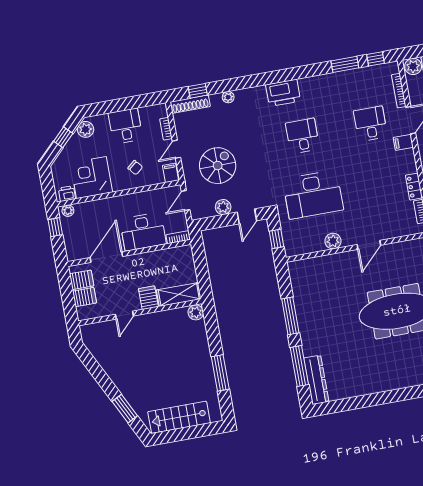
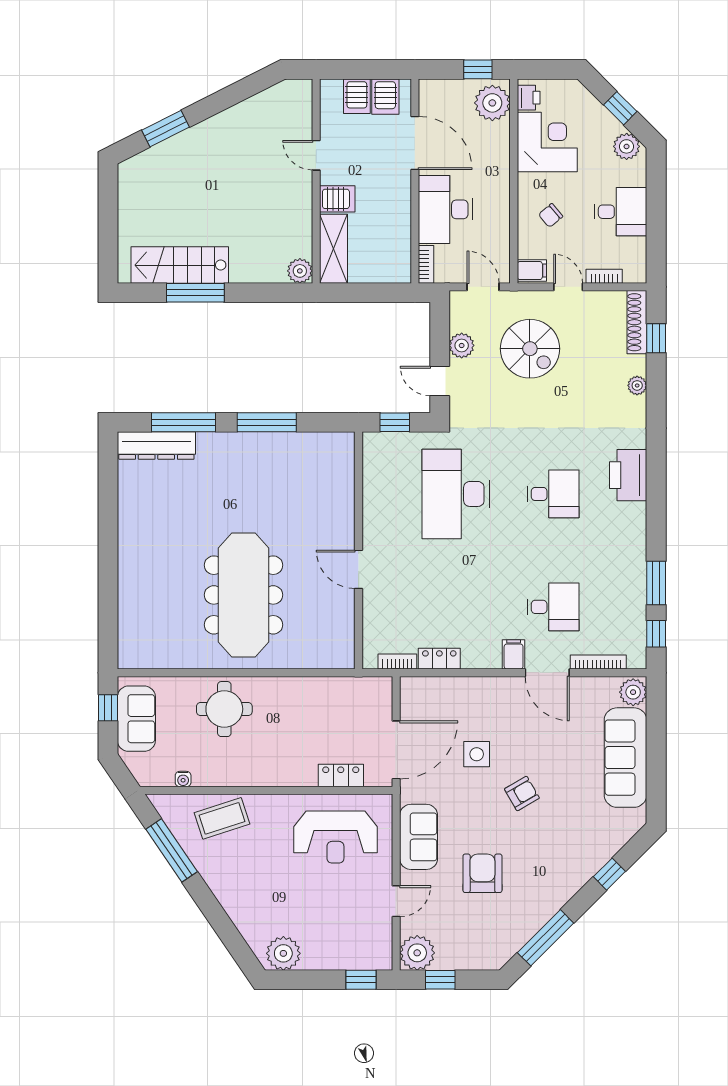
plant: (68, 211) -> (492, 103), width x1.88, depth x1.88
plant: (333, 241) -> (375, 513), removed
stairs: (179, 417) -> (180, 265), moved, turned -90

